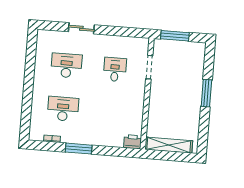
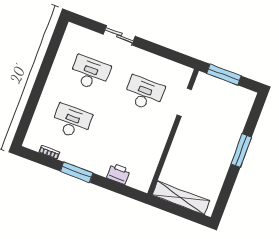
desk: (115, 69) -> (144, 93), width x1.37
printer: (132, 142) -> (118, 174), moved

